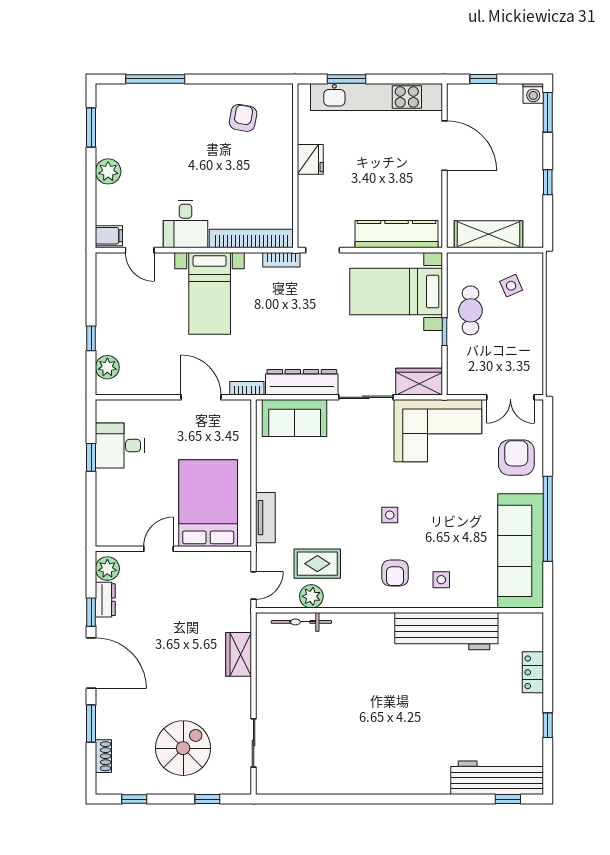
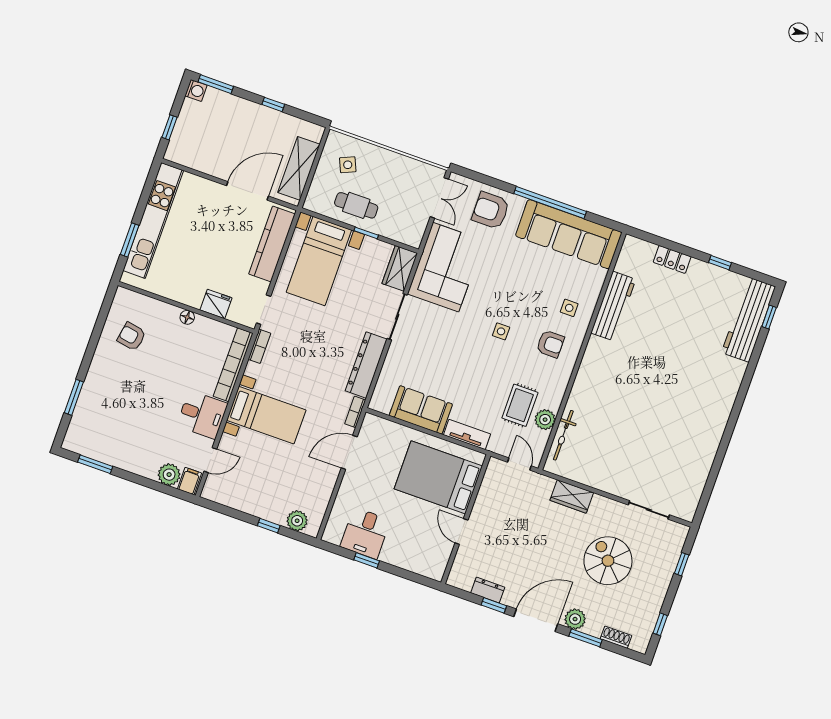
window: (155, 79) -> (74, 397), width x0.69
door: (445, 146) -> (247, 191), moved
fridge: (310, 159) -> (216, 304), moved
plant: (108, 171) -> (169, 475), moved
floor lamp: (285, 171) -> (187, 317), added
sofa: (295, 418) -> (421, 410), moved, turned -90
plant: (107, 569) -> (575, 619), moved
workbench: (446, 631) -> (613, 306), width x0.73, depth x0.76
spiral stairs: (183, 748) -> (608, 561), moved

